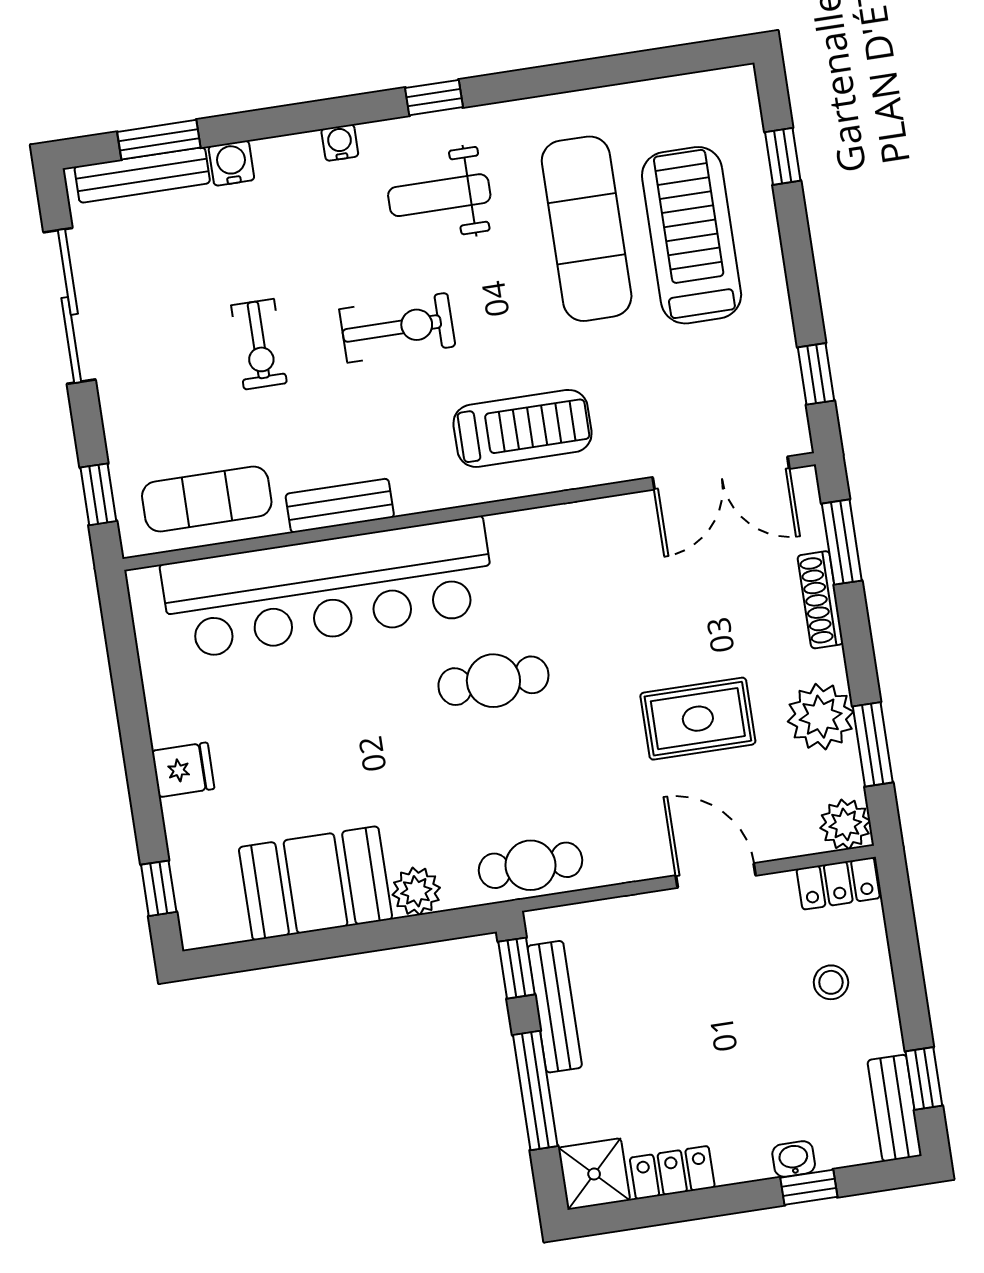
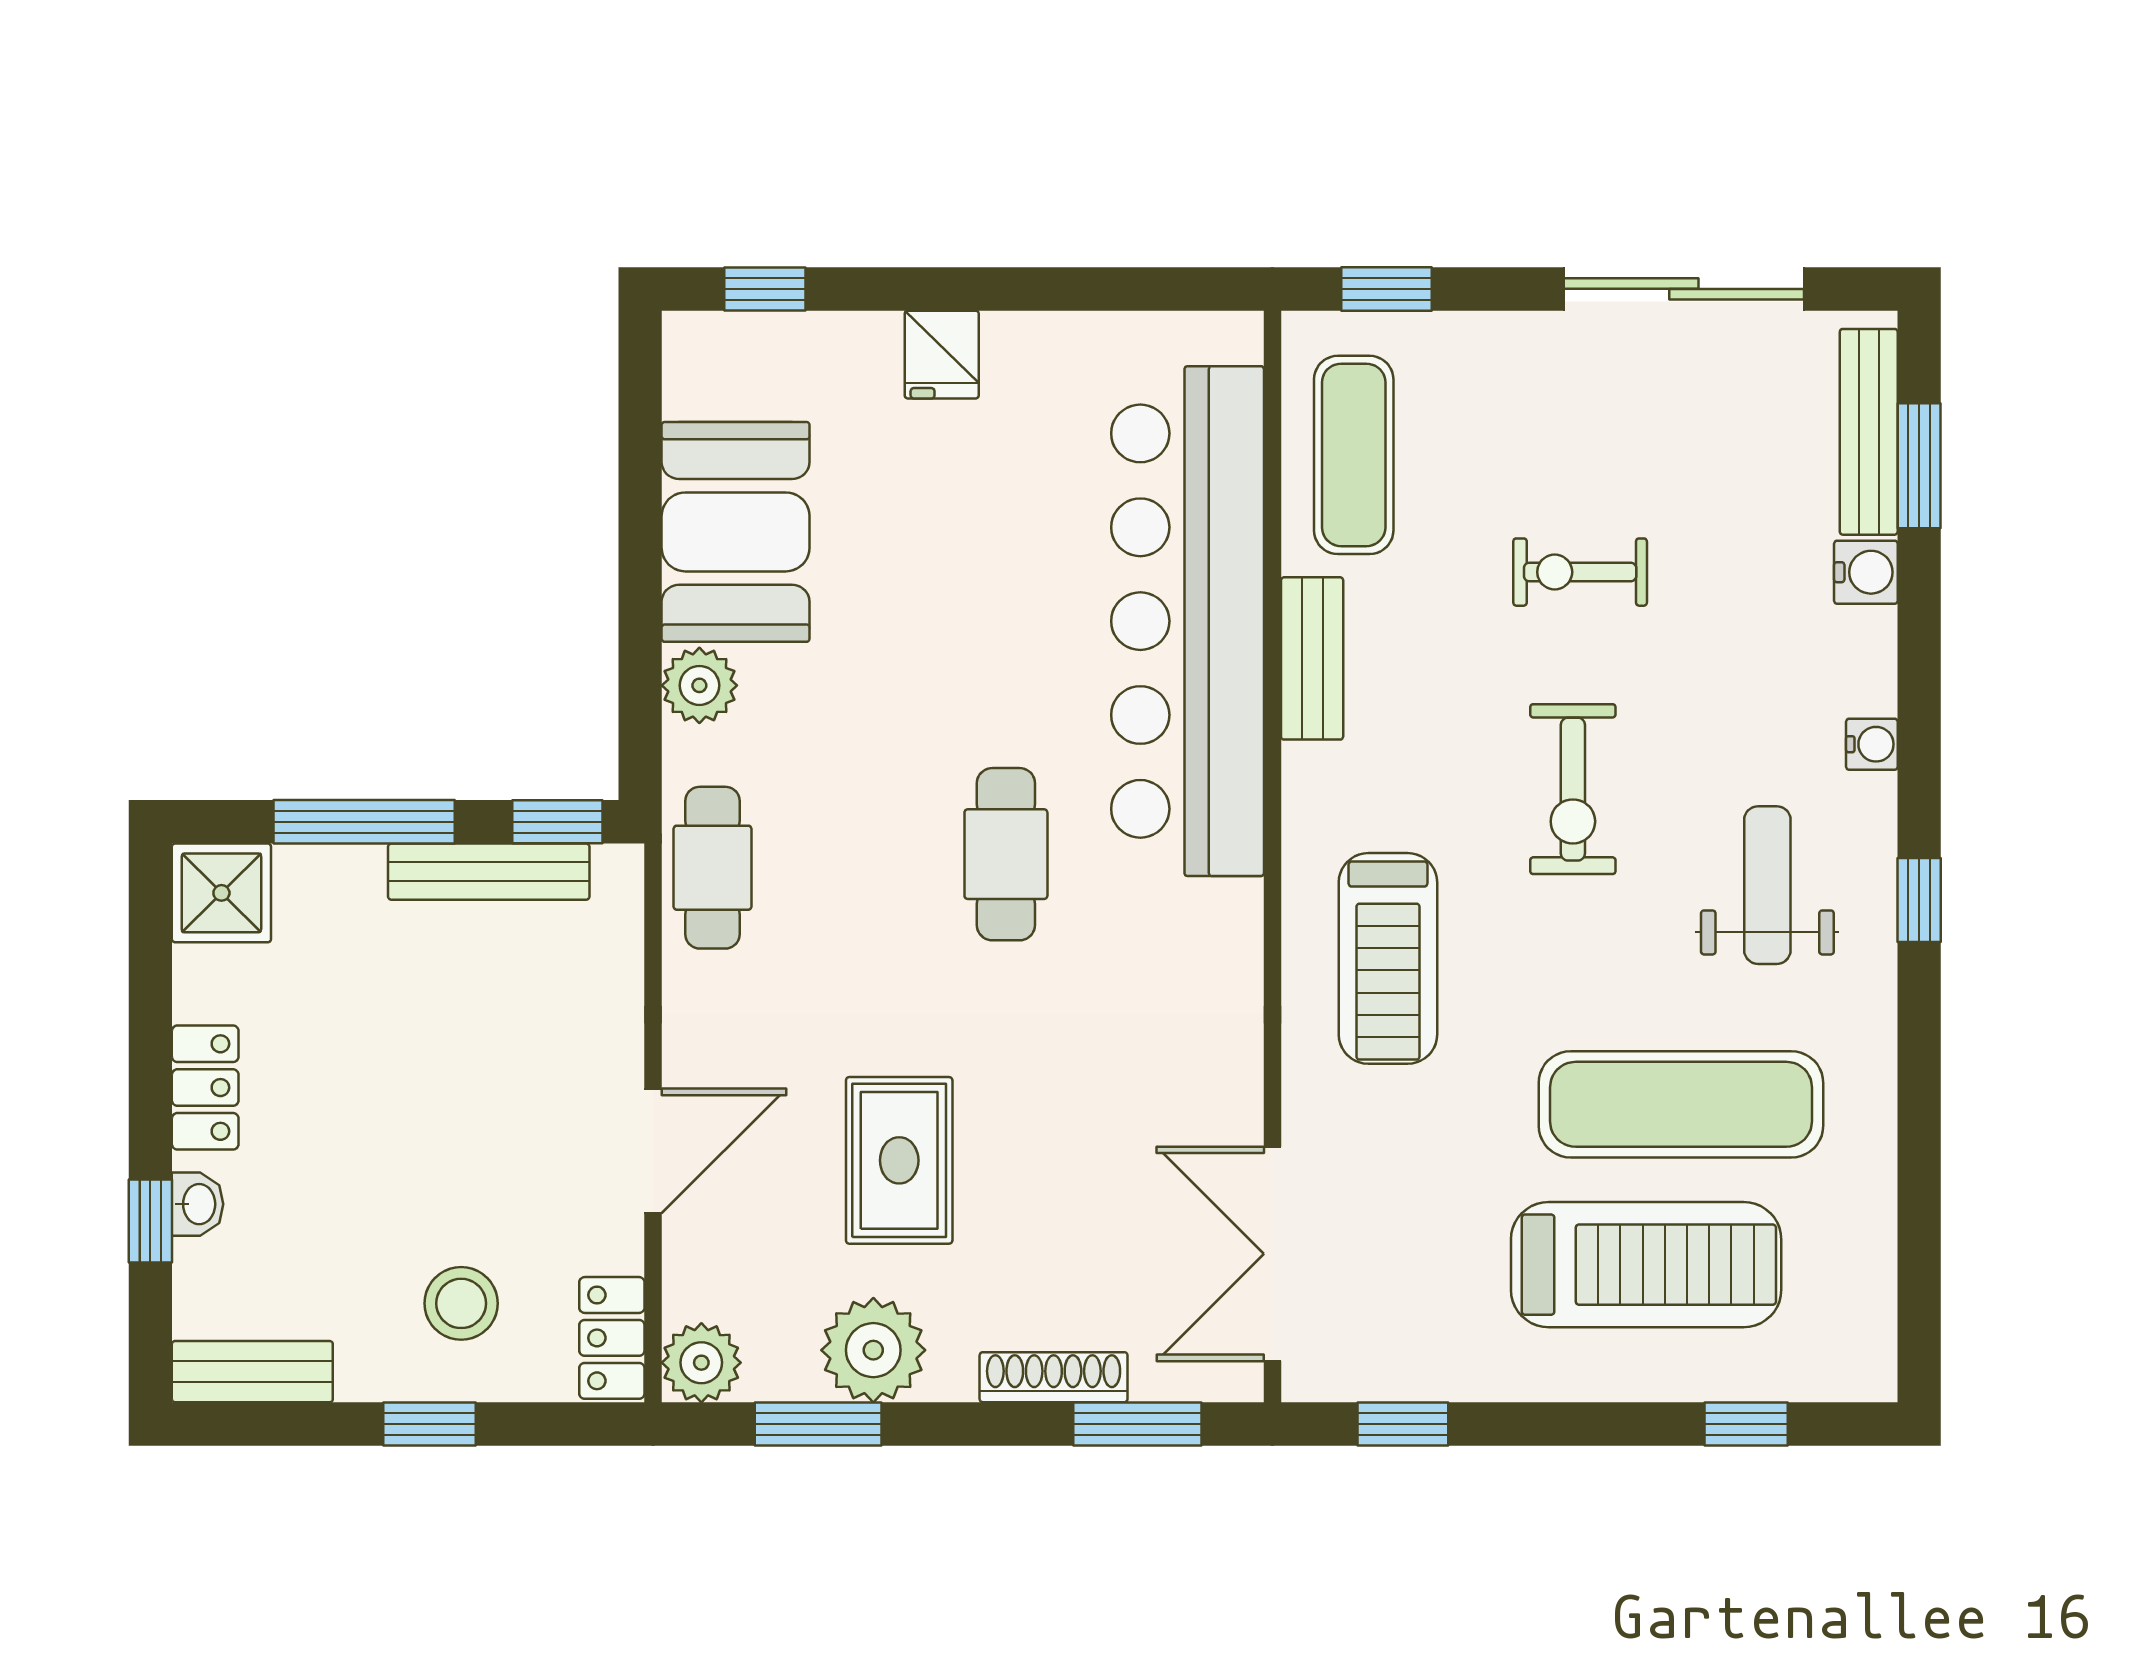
stool: (831, 982) -> (461, 1303), width x1.37, depth x1.37
window: (924, 1079) -> (429, 1424), moved
locker: (672, 1173) -> (205, 1088), moved

